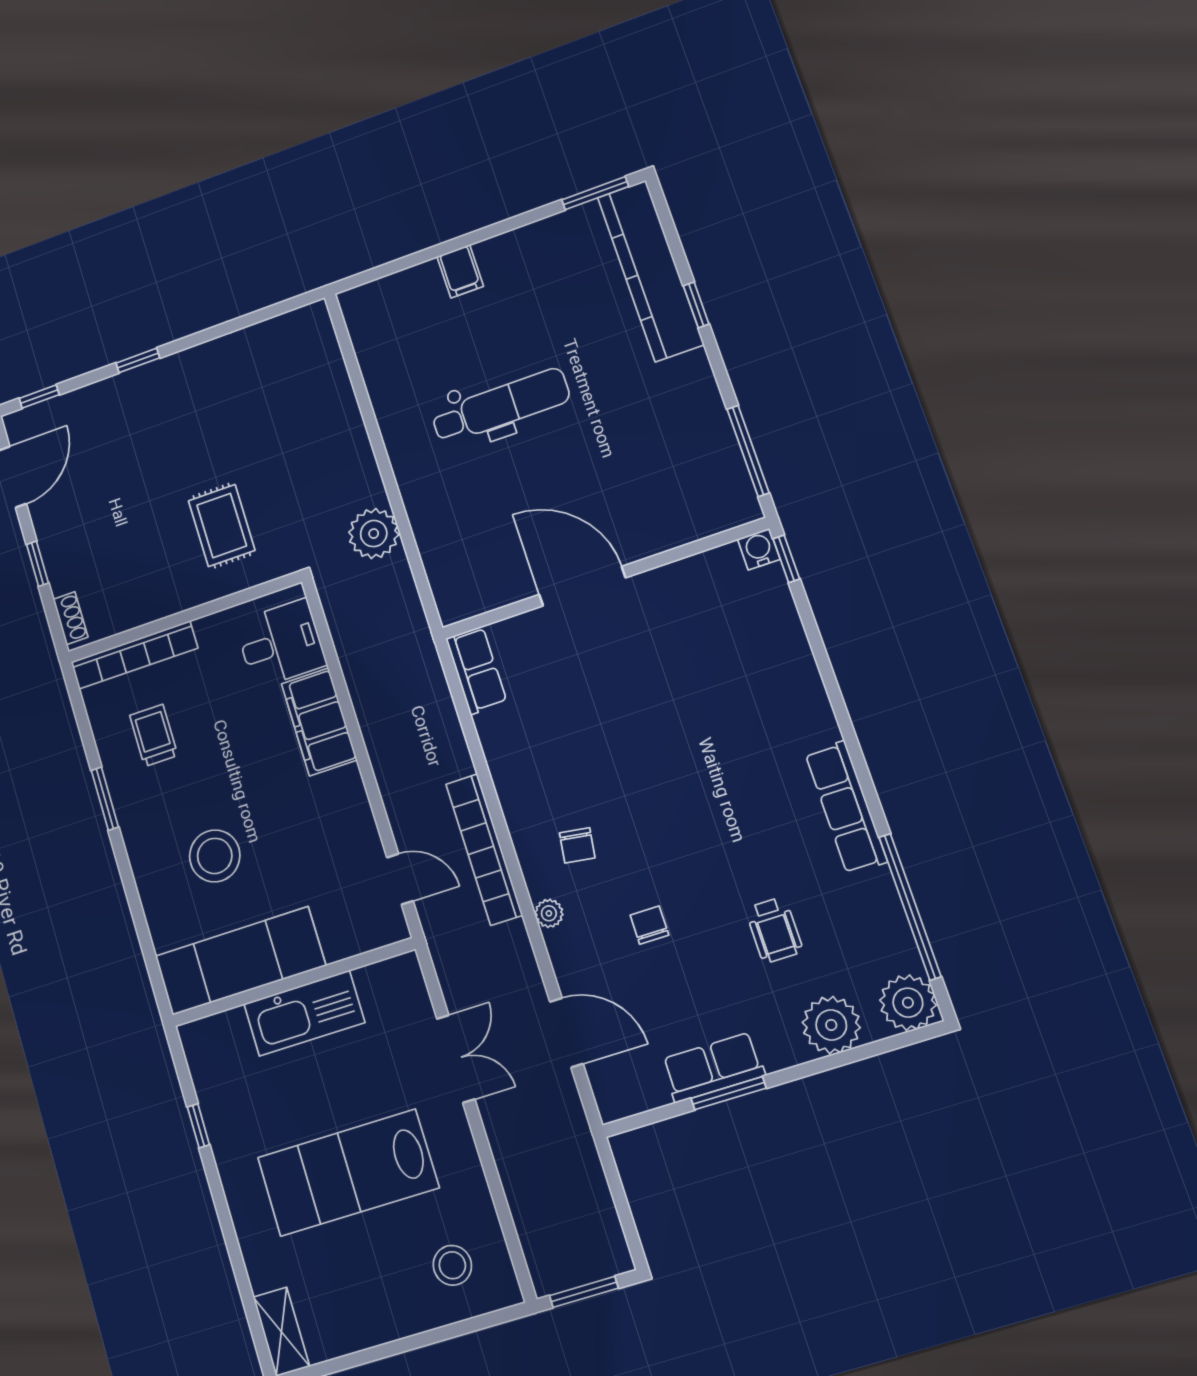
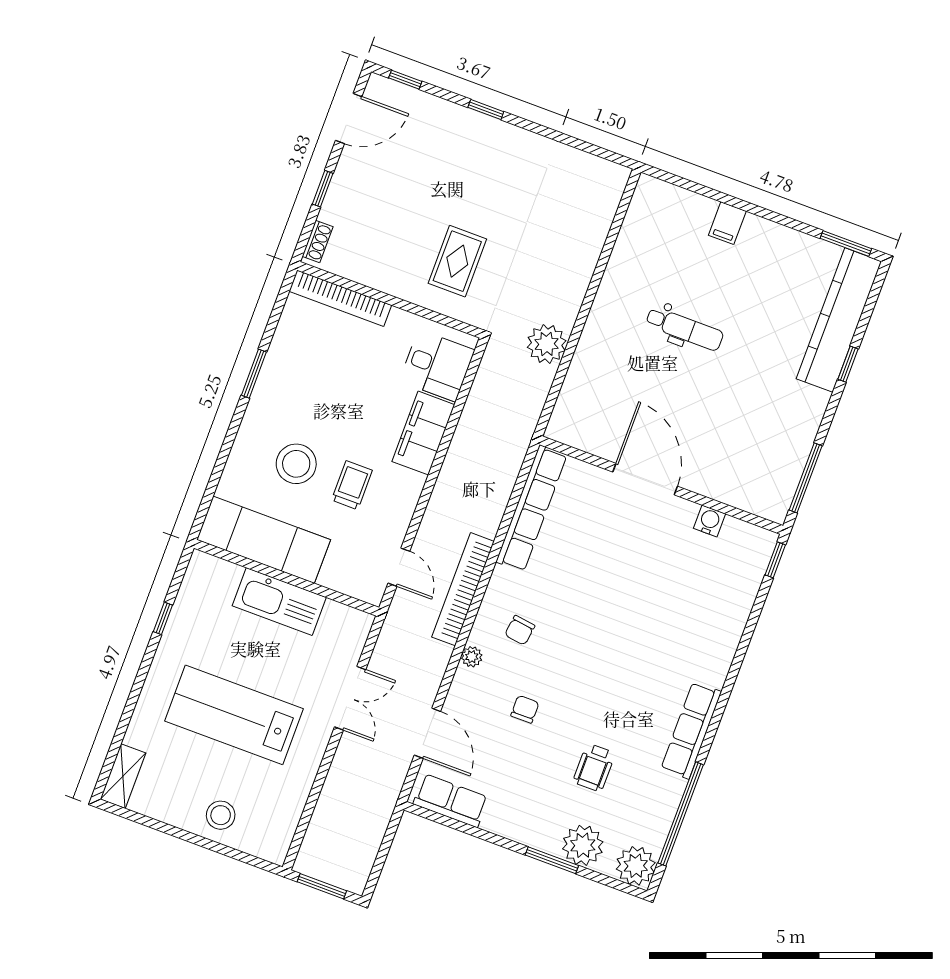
dental chair: (501, 406) -> (685, 329), width x0.73, depth x0.72
water cooler: (759, 549) -> (709, 521), moved
row of seats: (476, 670) -> (531, 508), width x2.02
trolley: (154, 735) -> (352, 485), moved
row of seats: (713, 1067) -> (451, 801), moved
window: (729, 1093) -> (552, 860), moved
stool: (452, 1265) -> (221, 815), moved

